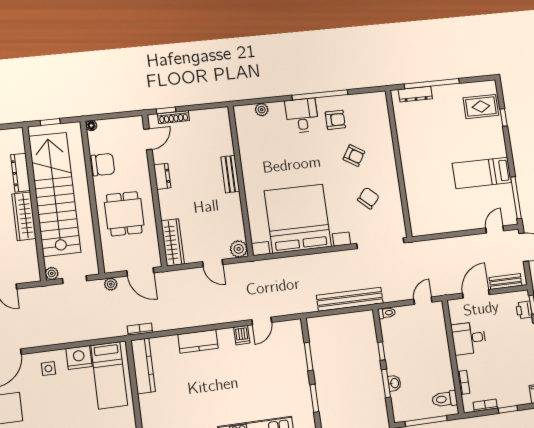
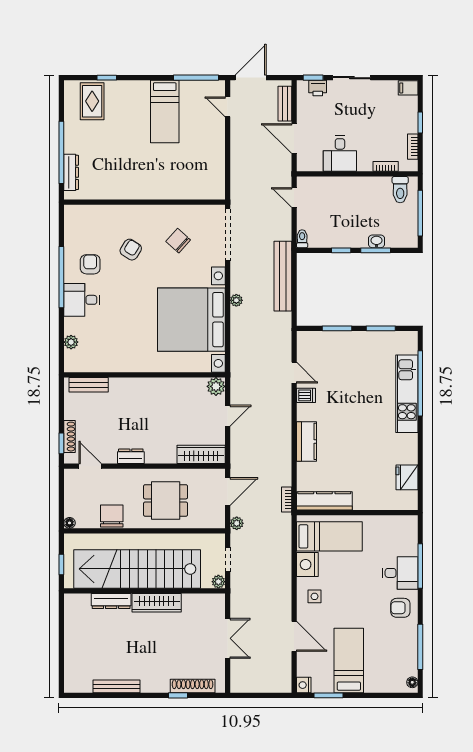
bench: (230, 174) -> (89, 385), moved
plant: (321, 258) -> (236, 300), added

